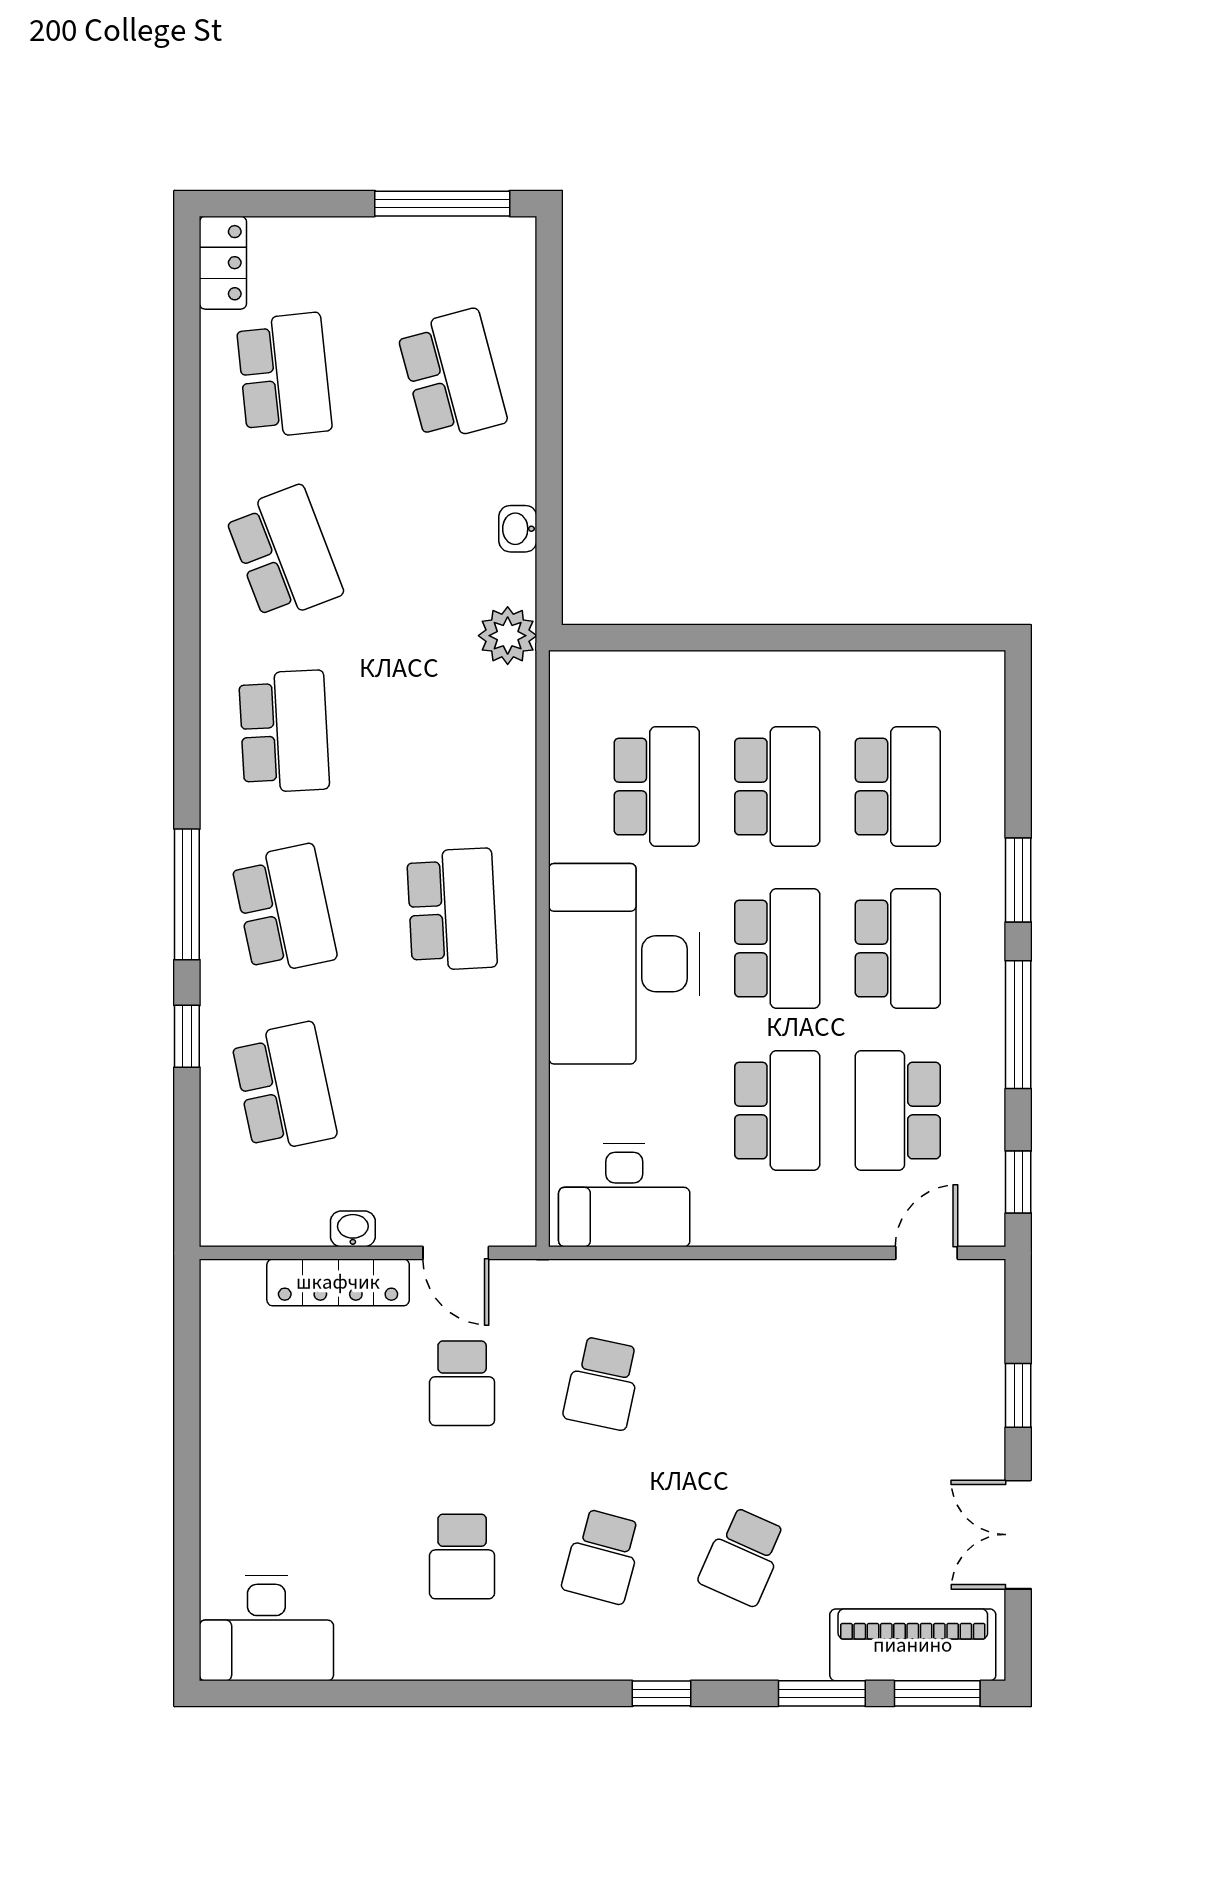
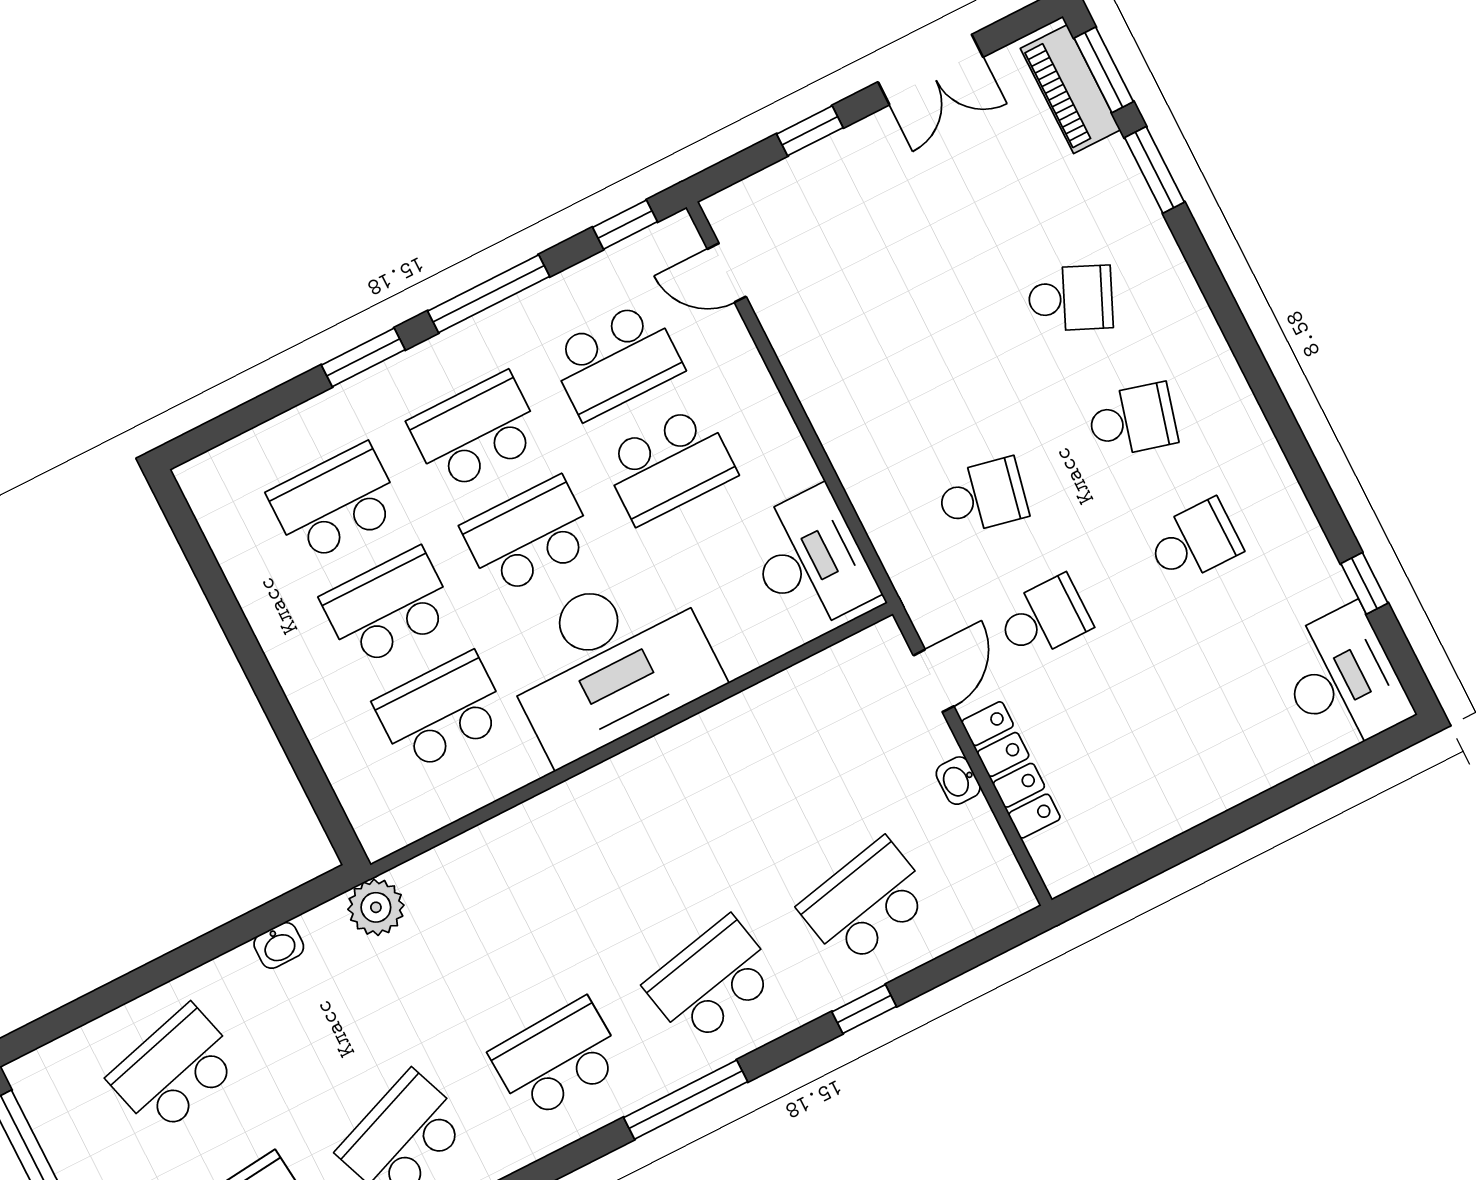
window: (187, 894) -> (686, 1100), moved
school desk: (452, 909) -> (638, 835), removed
school desk: (777, 1111) -> (669, 465), turned 180
piano: (913, 1645) -> (1070, 89), width x0.73, depth x0.75
window: (661, 1693) -> (1364, 583), moved

